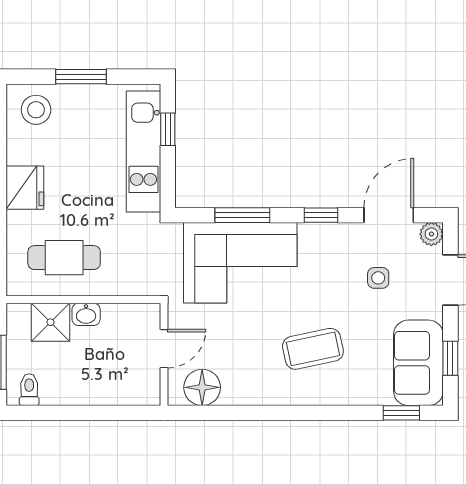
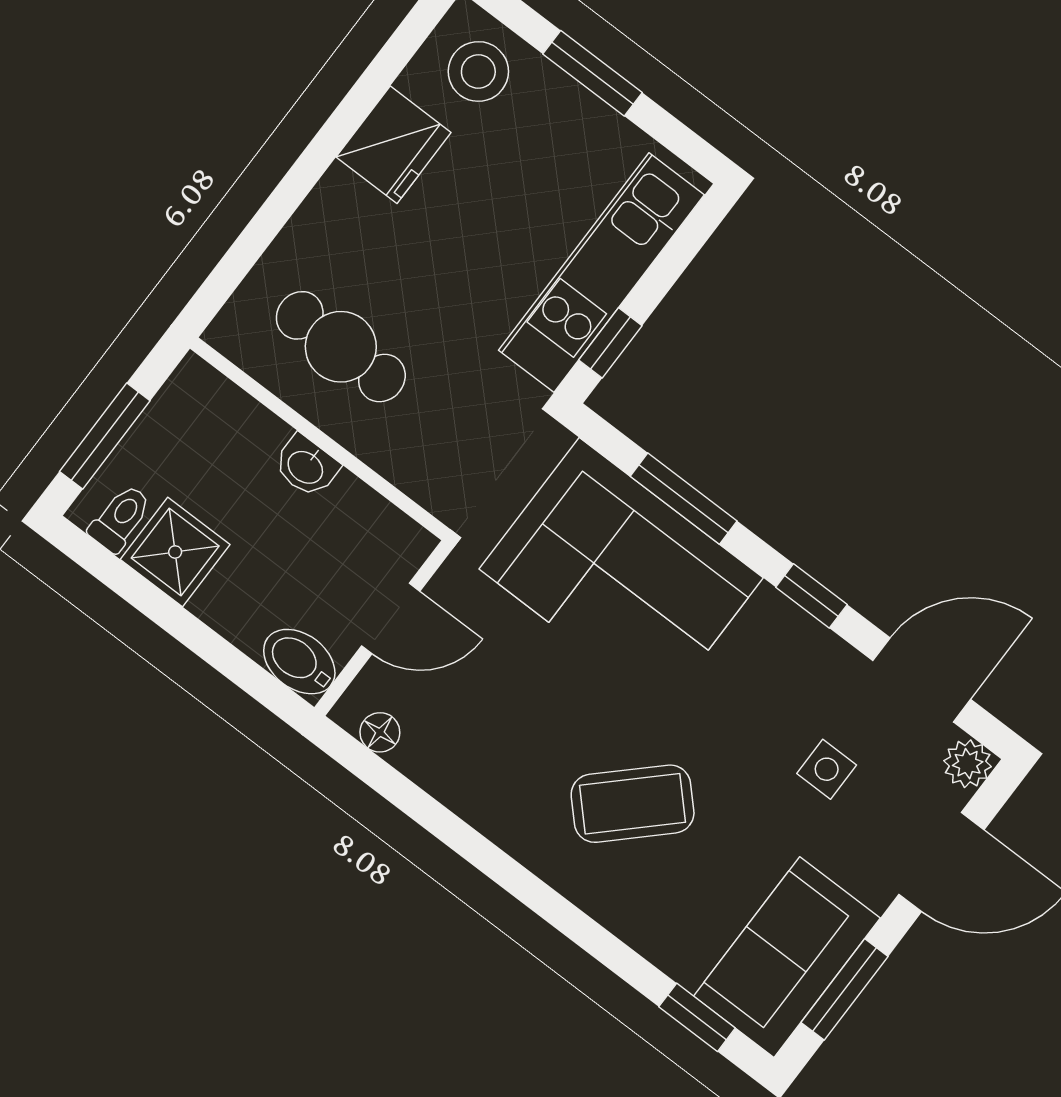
window: (168, 129) -> (610, 343), moved
fridge: (25, 188) -> (394, 145), moved
shower: (51, 322) -> (175, 552), moved
coffee table: (313, 349) -> (633, 804), turned -32
window: (450, 358) -> (844, 989), width x1.50
floor lamp: (202, 387) -> (380, 732), width x0.53, depth x0.53
bidet: (141, 392) -> (299, 662), added

